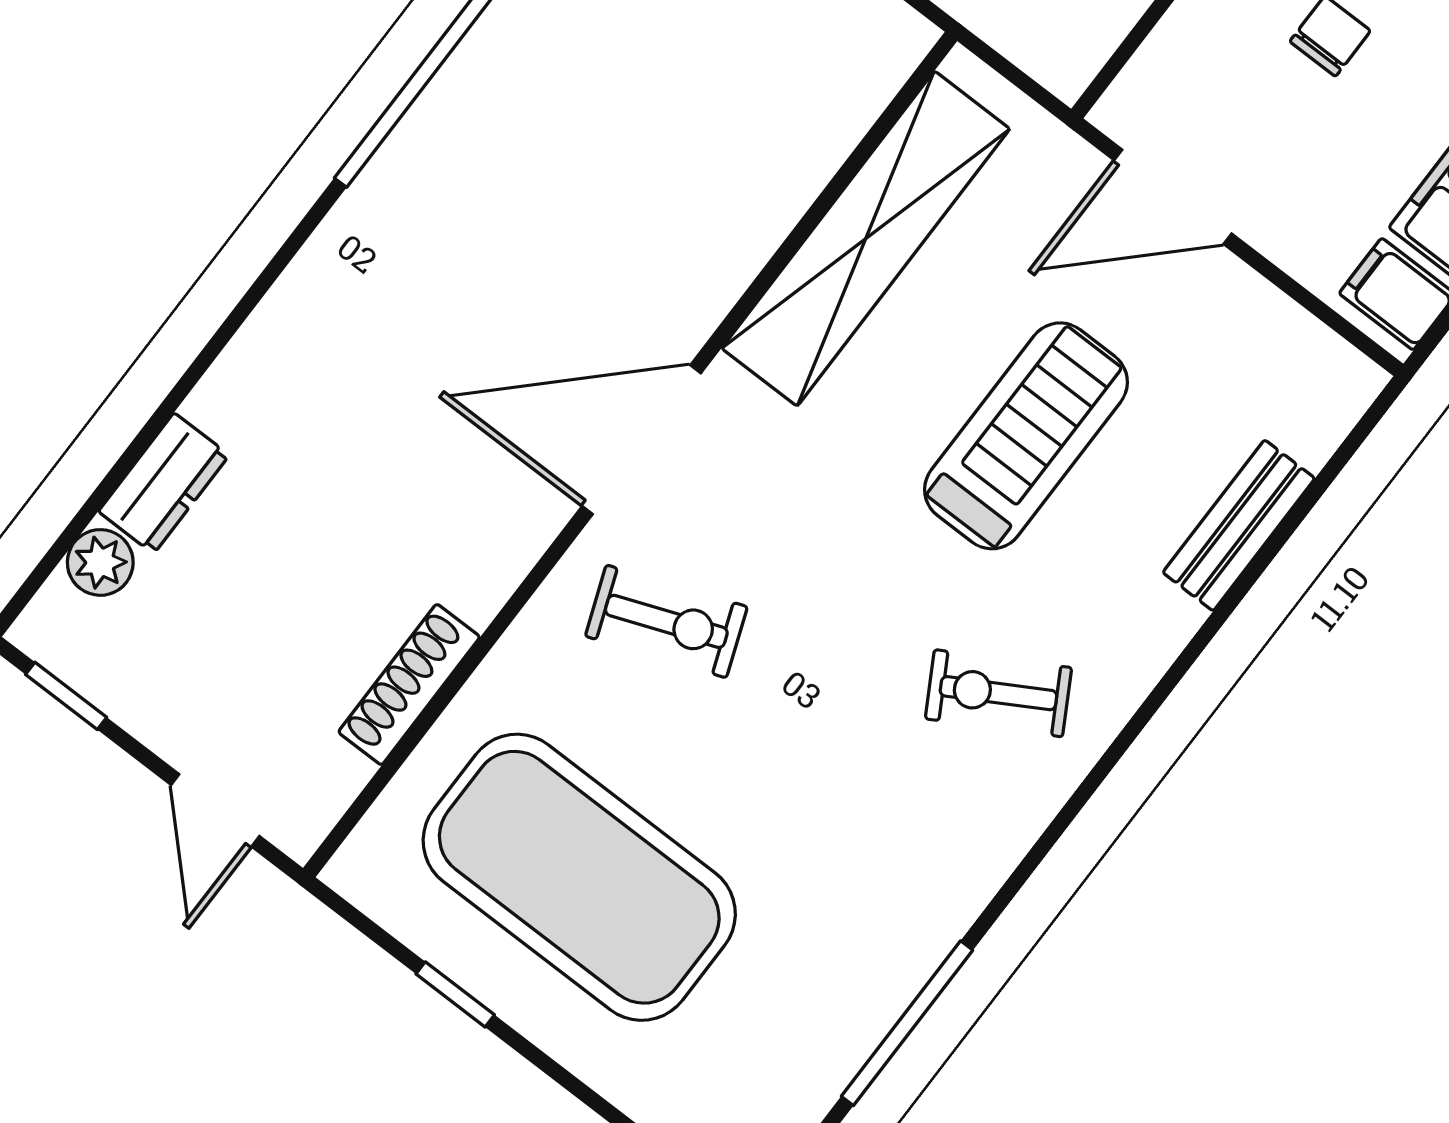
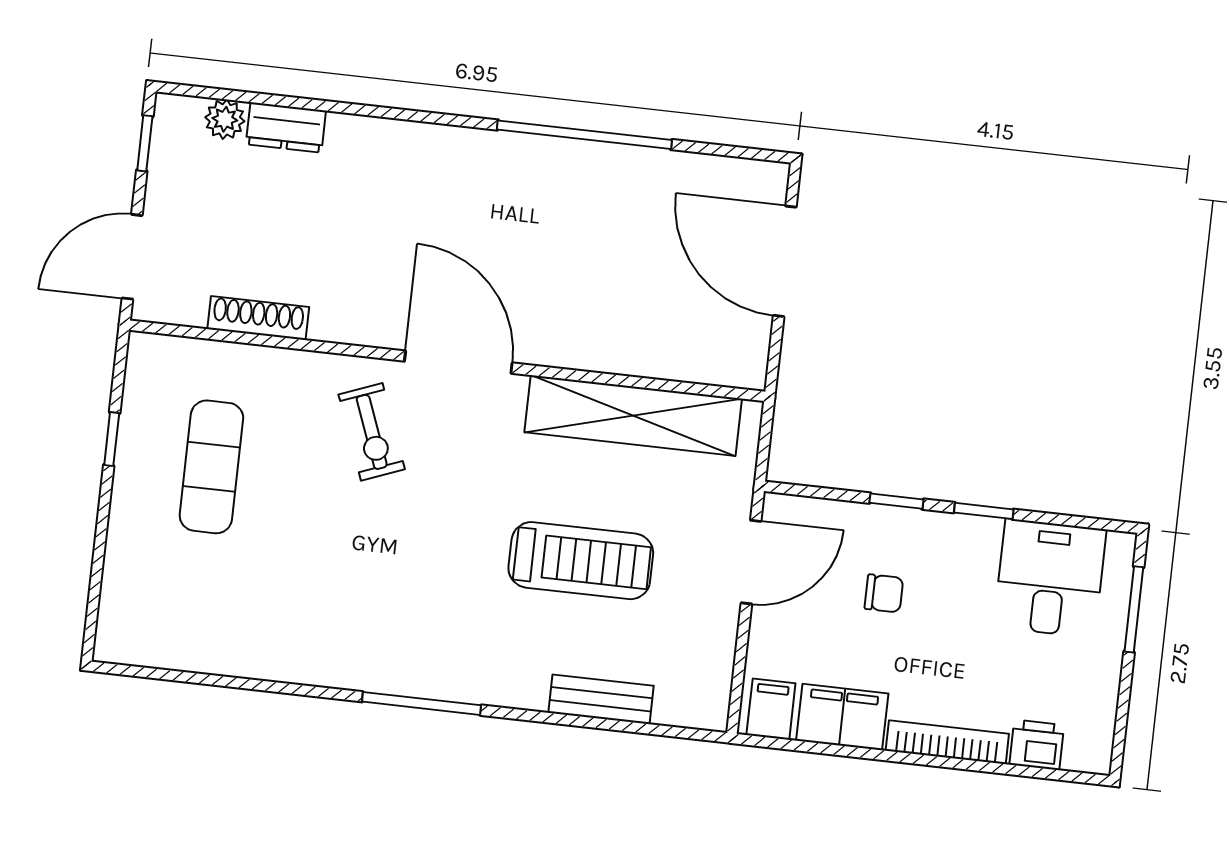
door: (1173, 197) -> (751, 562), swing flipped
exercise bike: (998, 693) -> (438, 627), removed
door: (215, 810) -> (132, 257), width x1.38
exercise mat: (579, 877) -> (211, 467), width x0.50, depth x0.69
window: (907, 1023) -> (422, 703), moved

